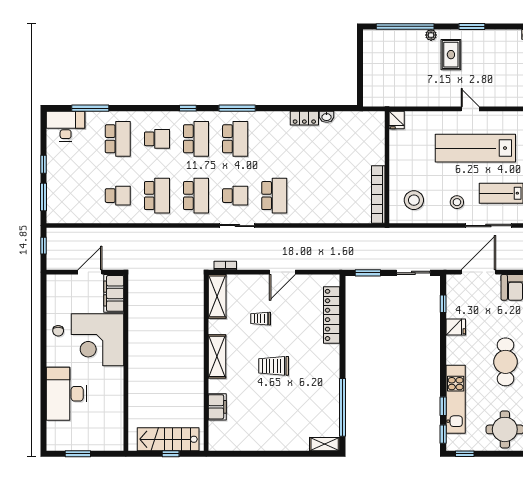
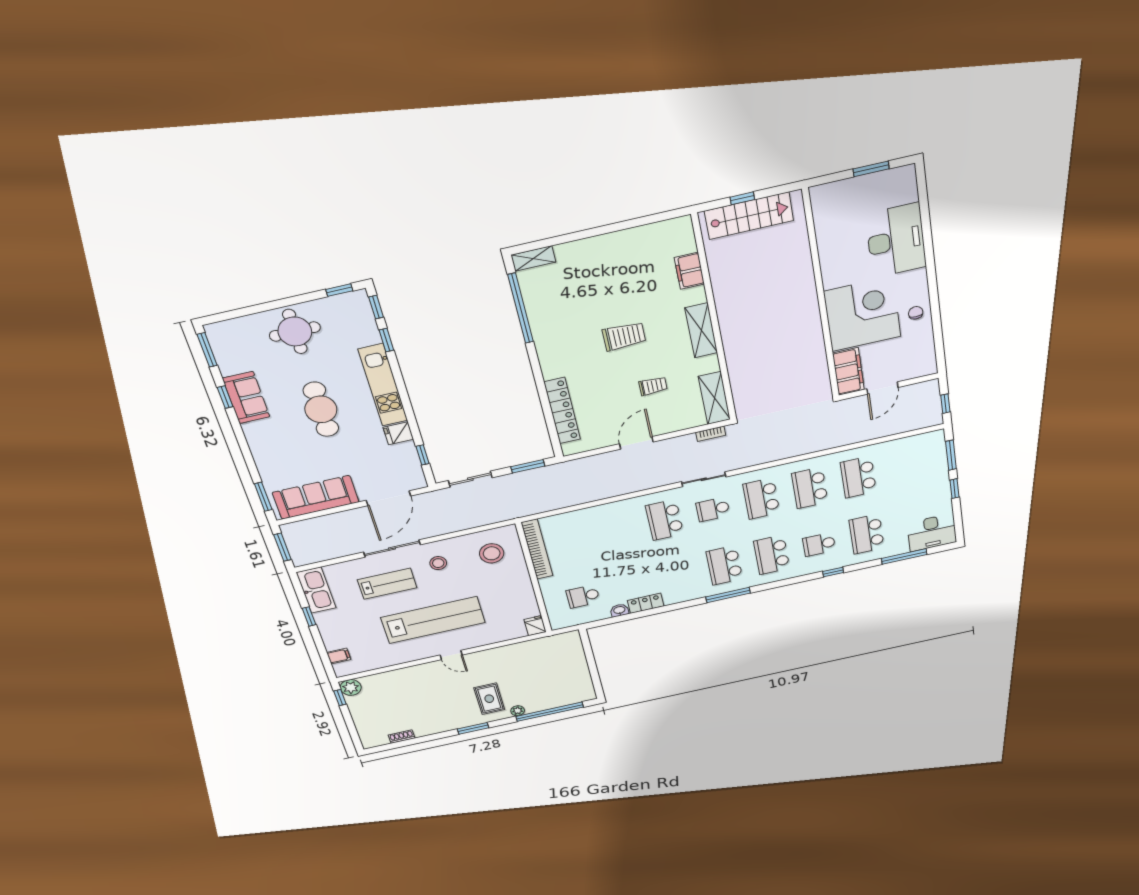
window: (188, 108) -> (833, 572), moved
school desk: (352, 139) -> (583, 596), added
school desk: (118, 196) -> (858, 477), width x1.85
kitchen unit: (456, 399) -> (383, 385), moved

